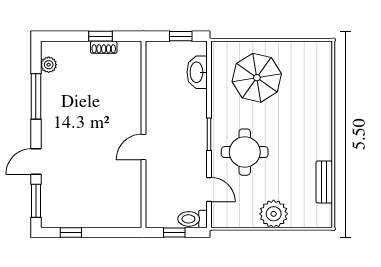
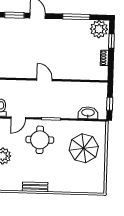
window: (100, 36) -> (111, 41), moved
plant: (49, 65) -> (99, 29), width x1.87, depth x1.87
bench: (324, 182) -> (35, 187), moved

